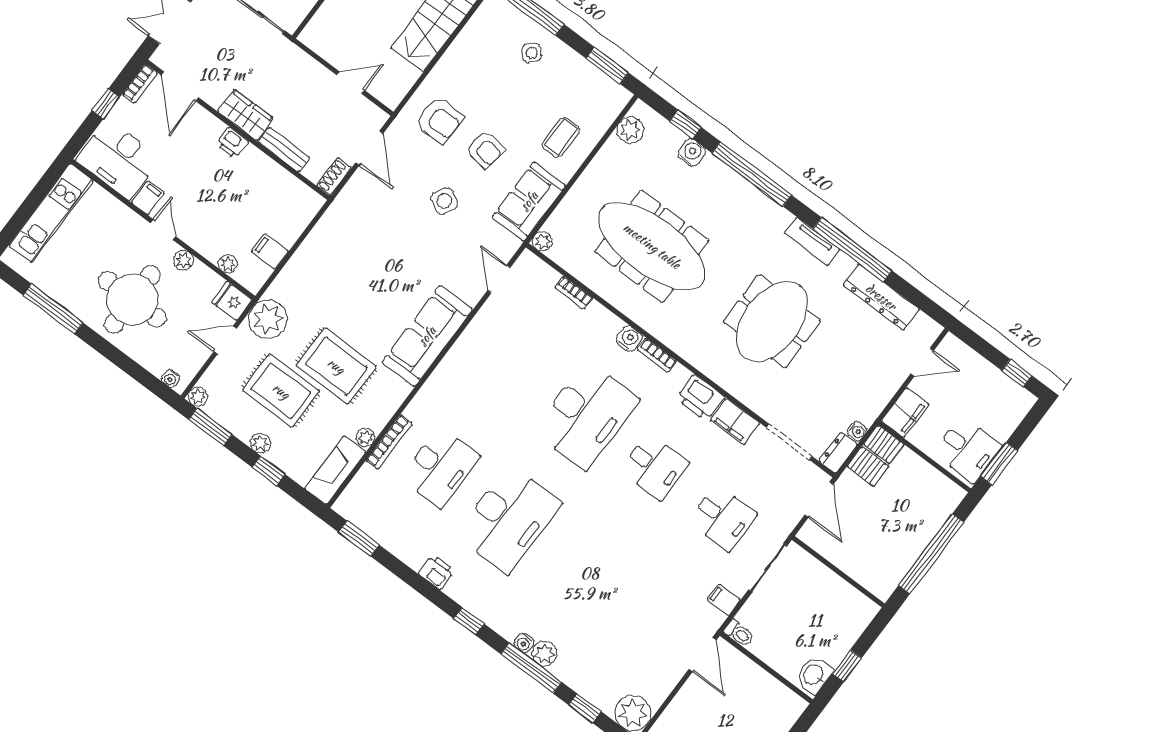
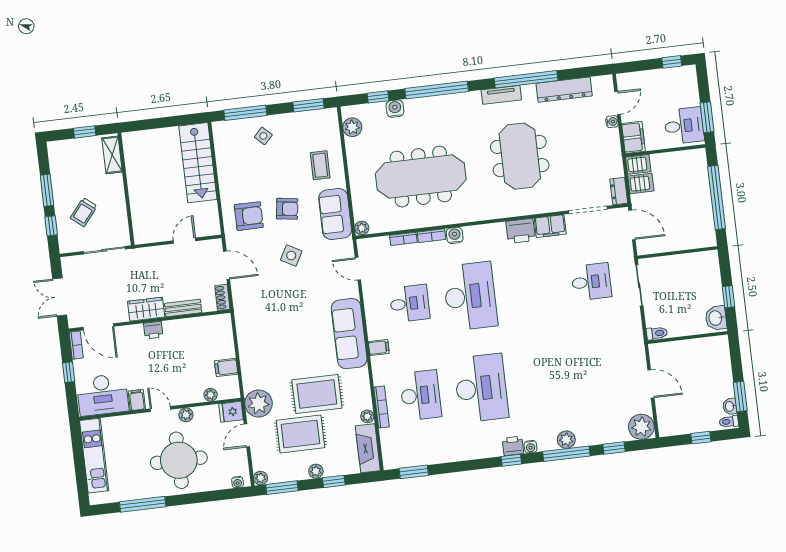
bookcase: (657, 355) -> (432, 236), moved
water cooler: (857, 431) -> (612, 122), moved
desk: (654, 467) -> (410, 303), moved
printer: (436, 572) -> (513, 446), moved
filing cabinet: (724, 600) -> (379, 347), moved, turned 180
water cooler: (524, 643) -> (530, 447), moved
door: (702, 655) -> (651, 384), moved

